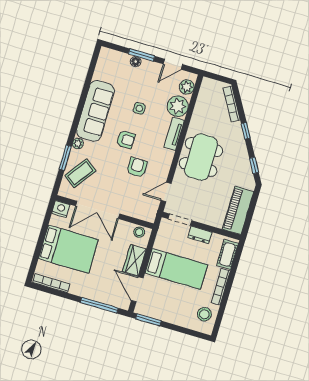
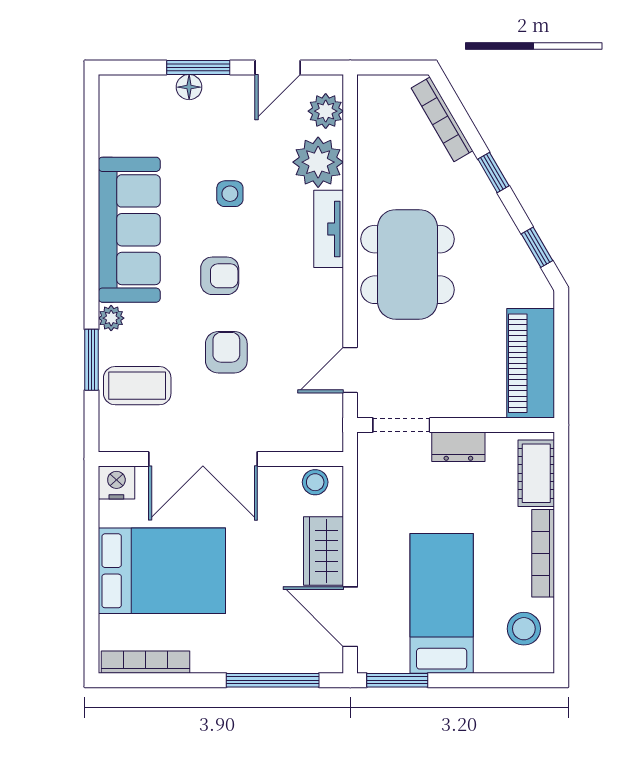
armchair: (137, 167) -> (226, 352), moved
coffee table: (80, 173) -> (137, 386), turned 54
bed: (176, 269) -> (442, 603), moved, turned -90

